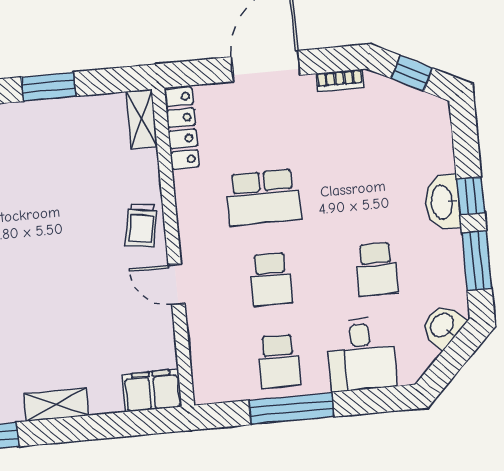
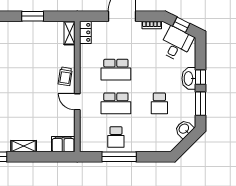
locker: (182, 128) -> (85, 32), width x0.66
school desk: (271, 279) -> (116, 103), width x1.85
desk: (361, 354) -> (176, 44), moved, turned -153

